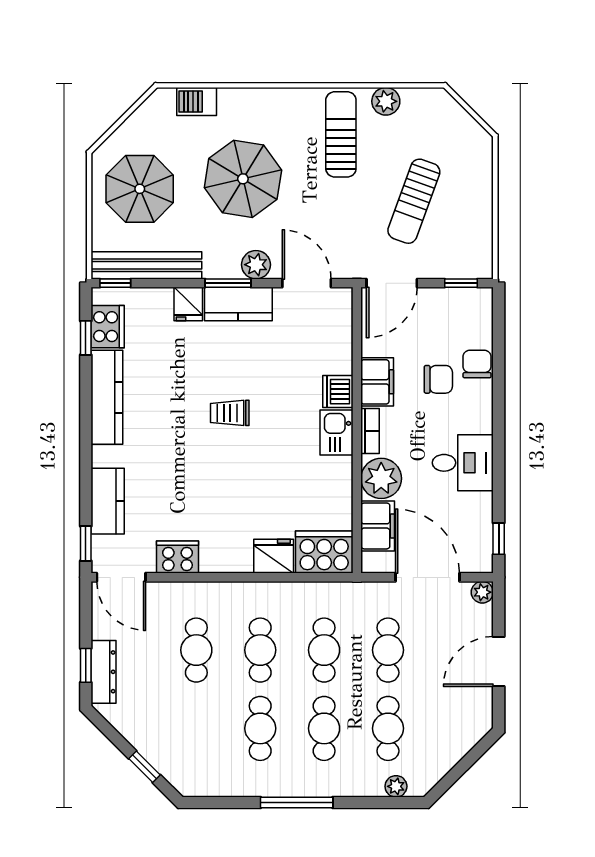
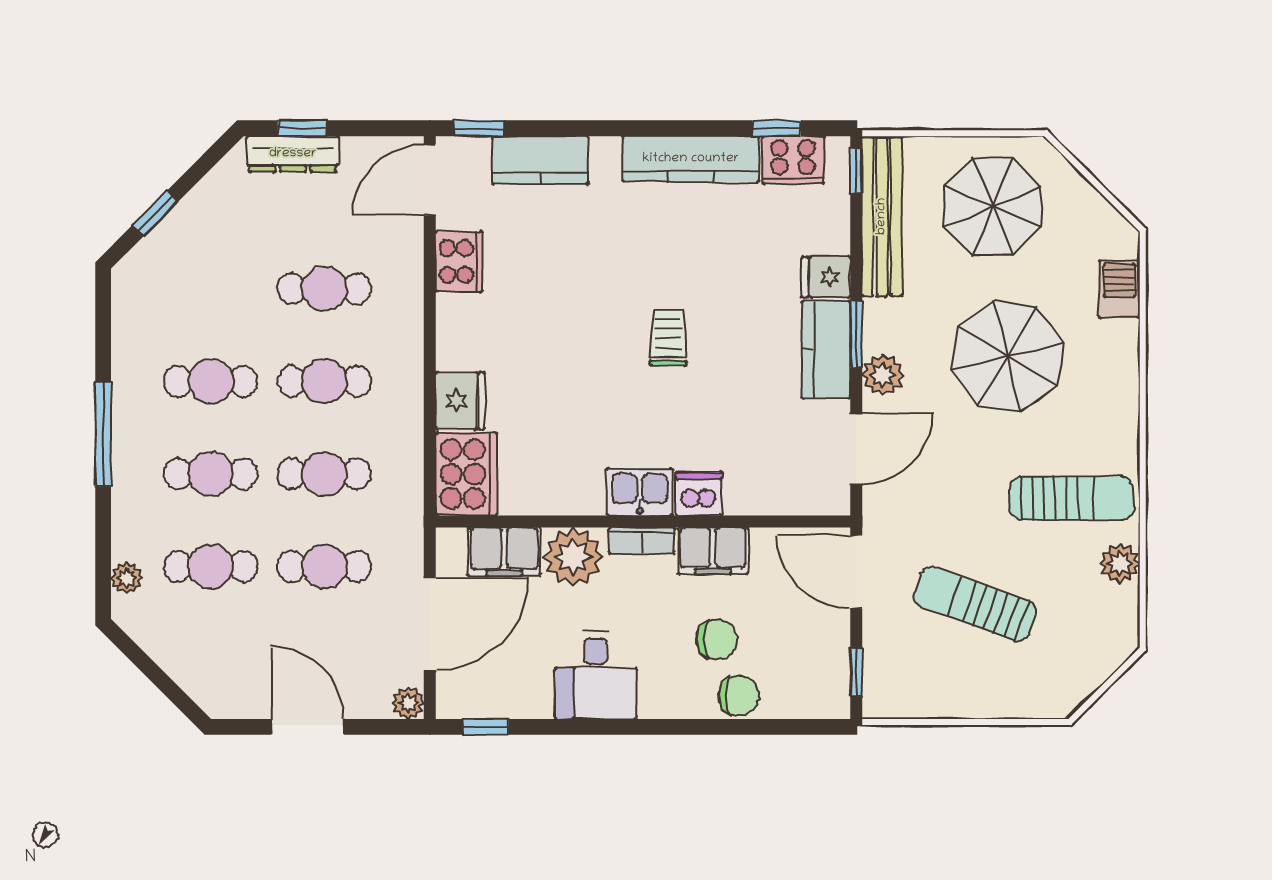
chair: (438, 379) -> (717, 639), turned -90

